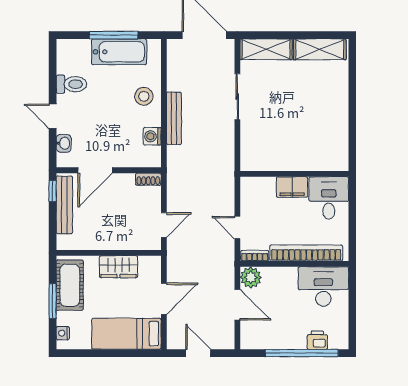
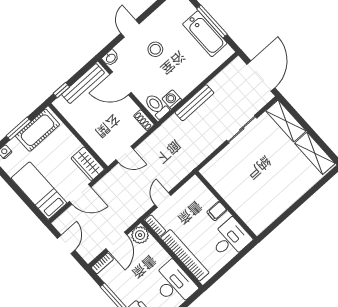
toilet: (71, 84) -> (157, 106), moved, turned 180
stool: (144, 96) -> (155, 49), moved
washbasin: (64, 143) -> (111, 58), moved
filing cabinet: (292, 187) -> (217, 211), width x0.50
window: (53, 191) -> (61, 90), moved
wardrobe: (118, 267) -> (88, 164), moved
bookcase: (246, 335) -> (102, 263), added

